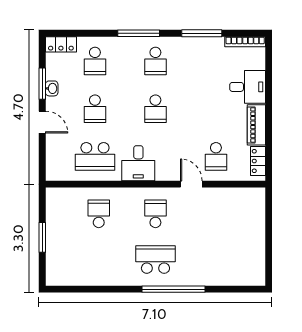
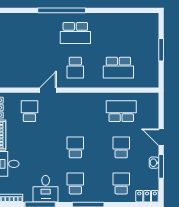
desk: (138, 163) -> (46, 189), moved, turned 180
door: (191, 184) -> (48, 90), swing flipped
school desk: (99, 214) -> (118, 68), width x1.85

